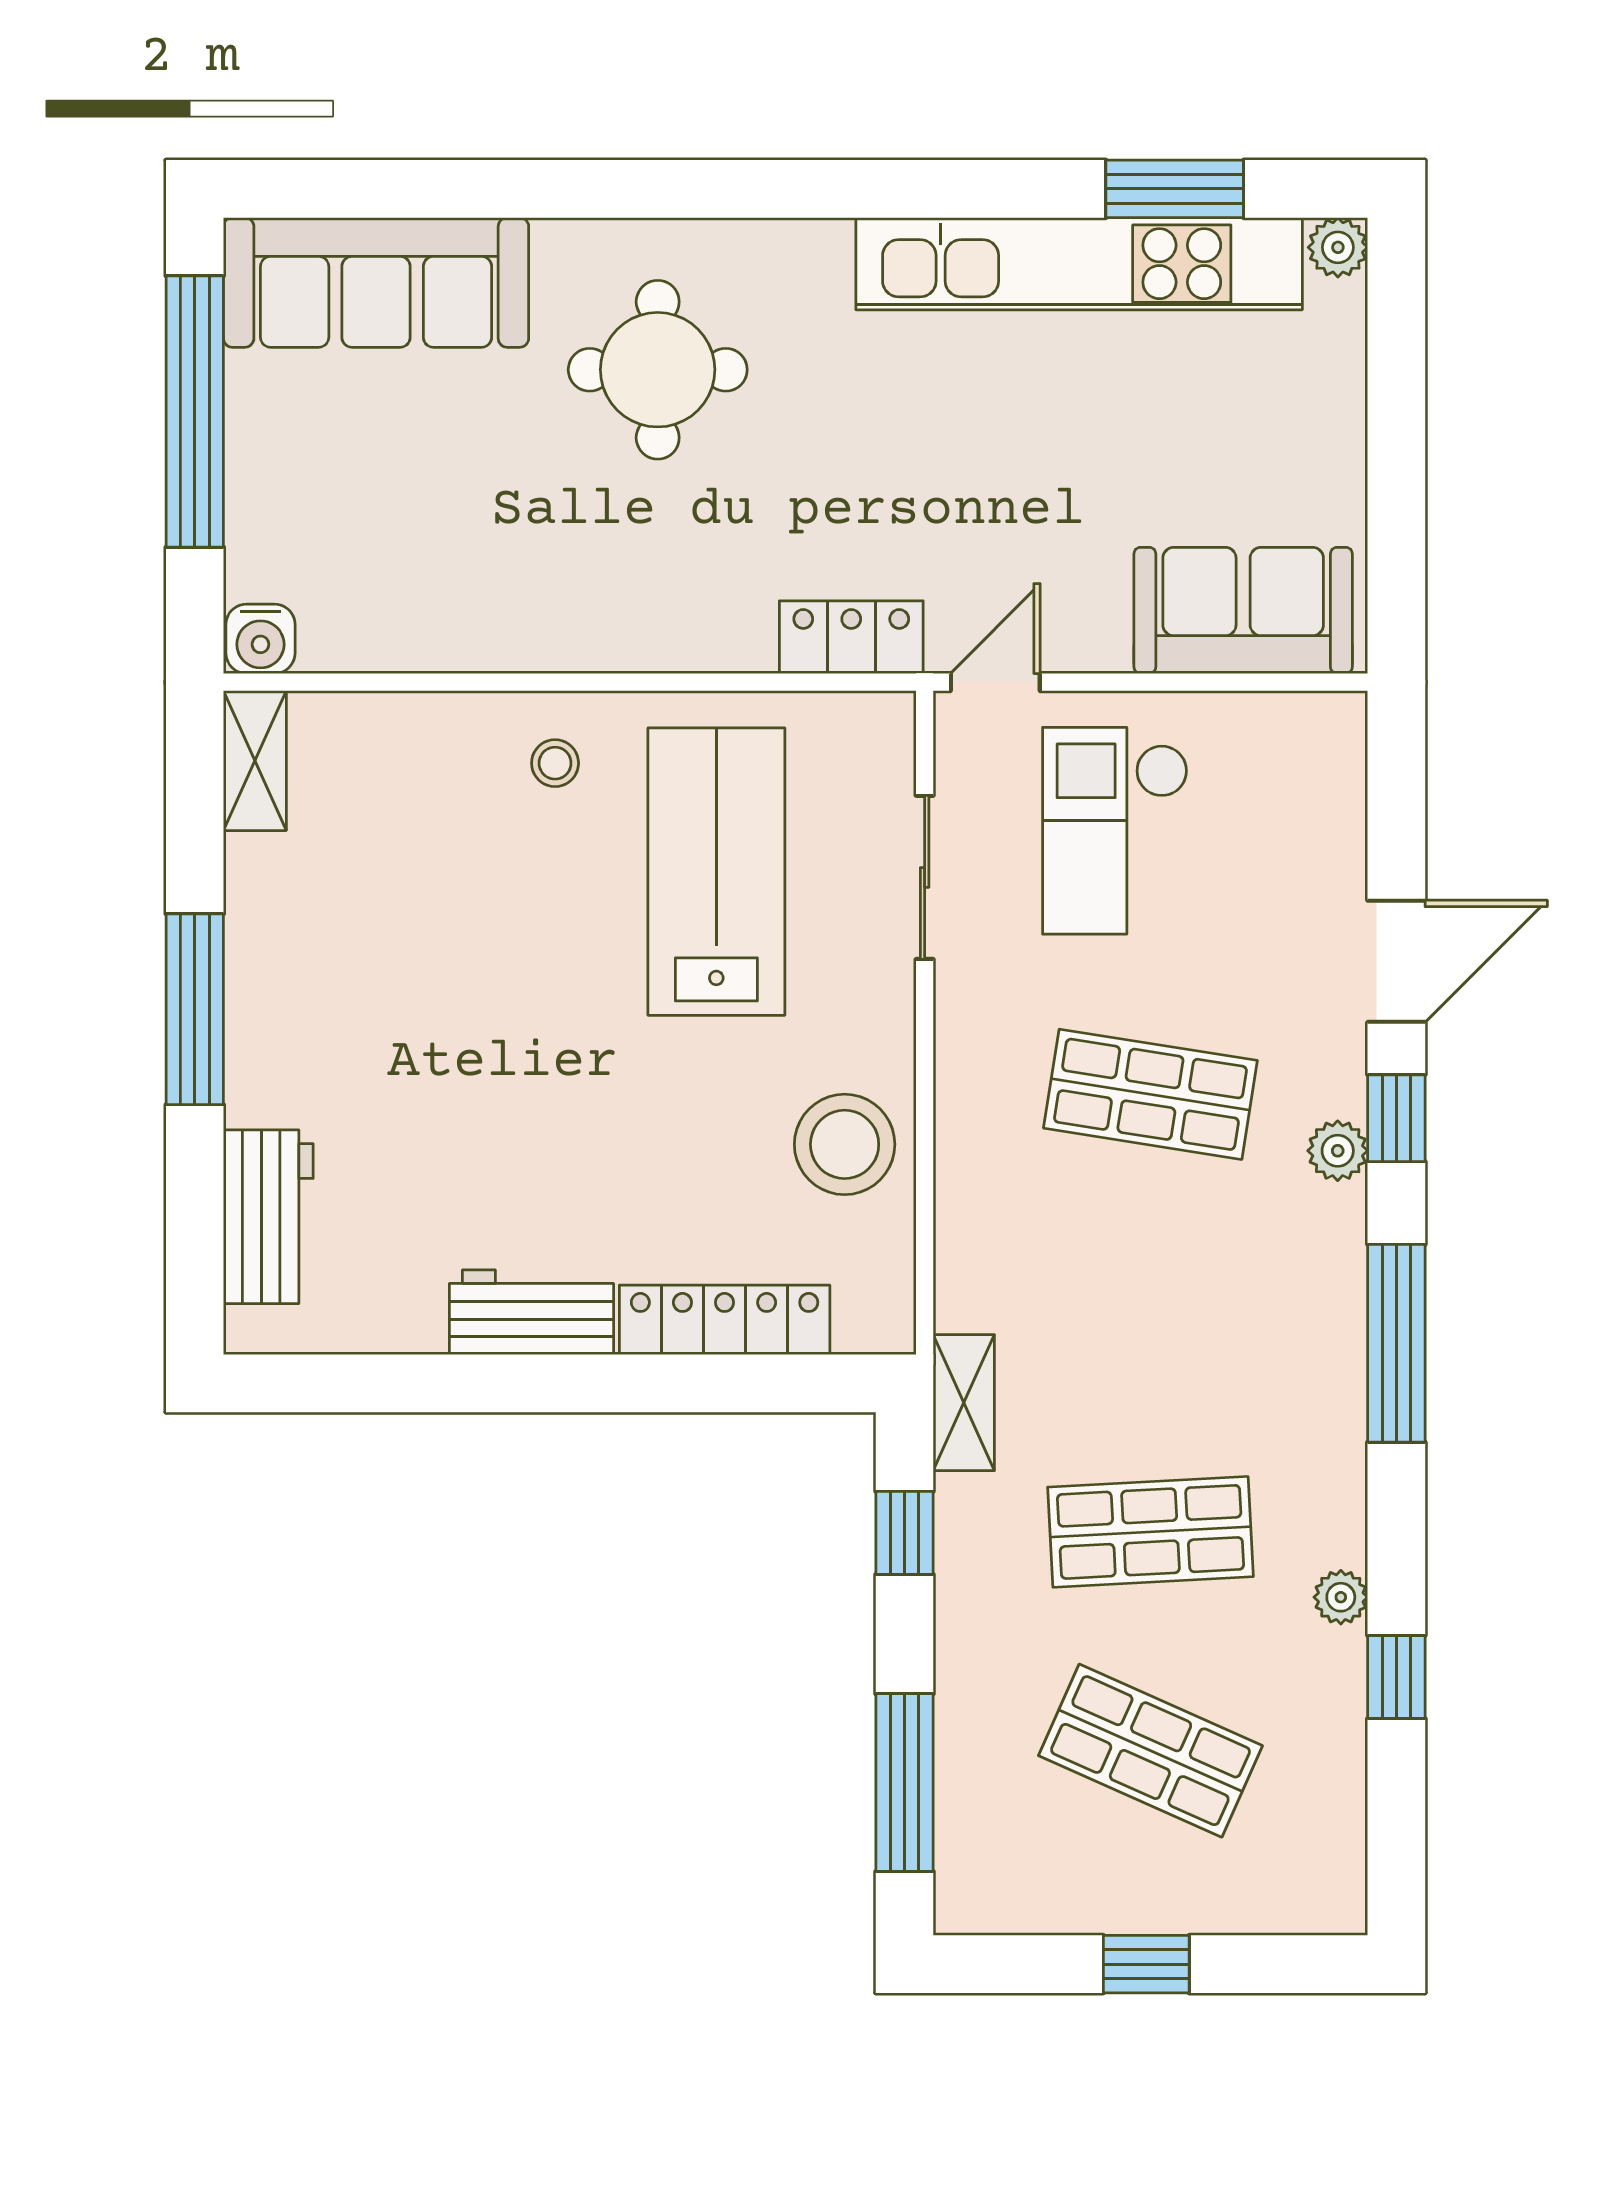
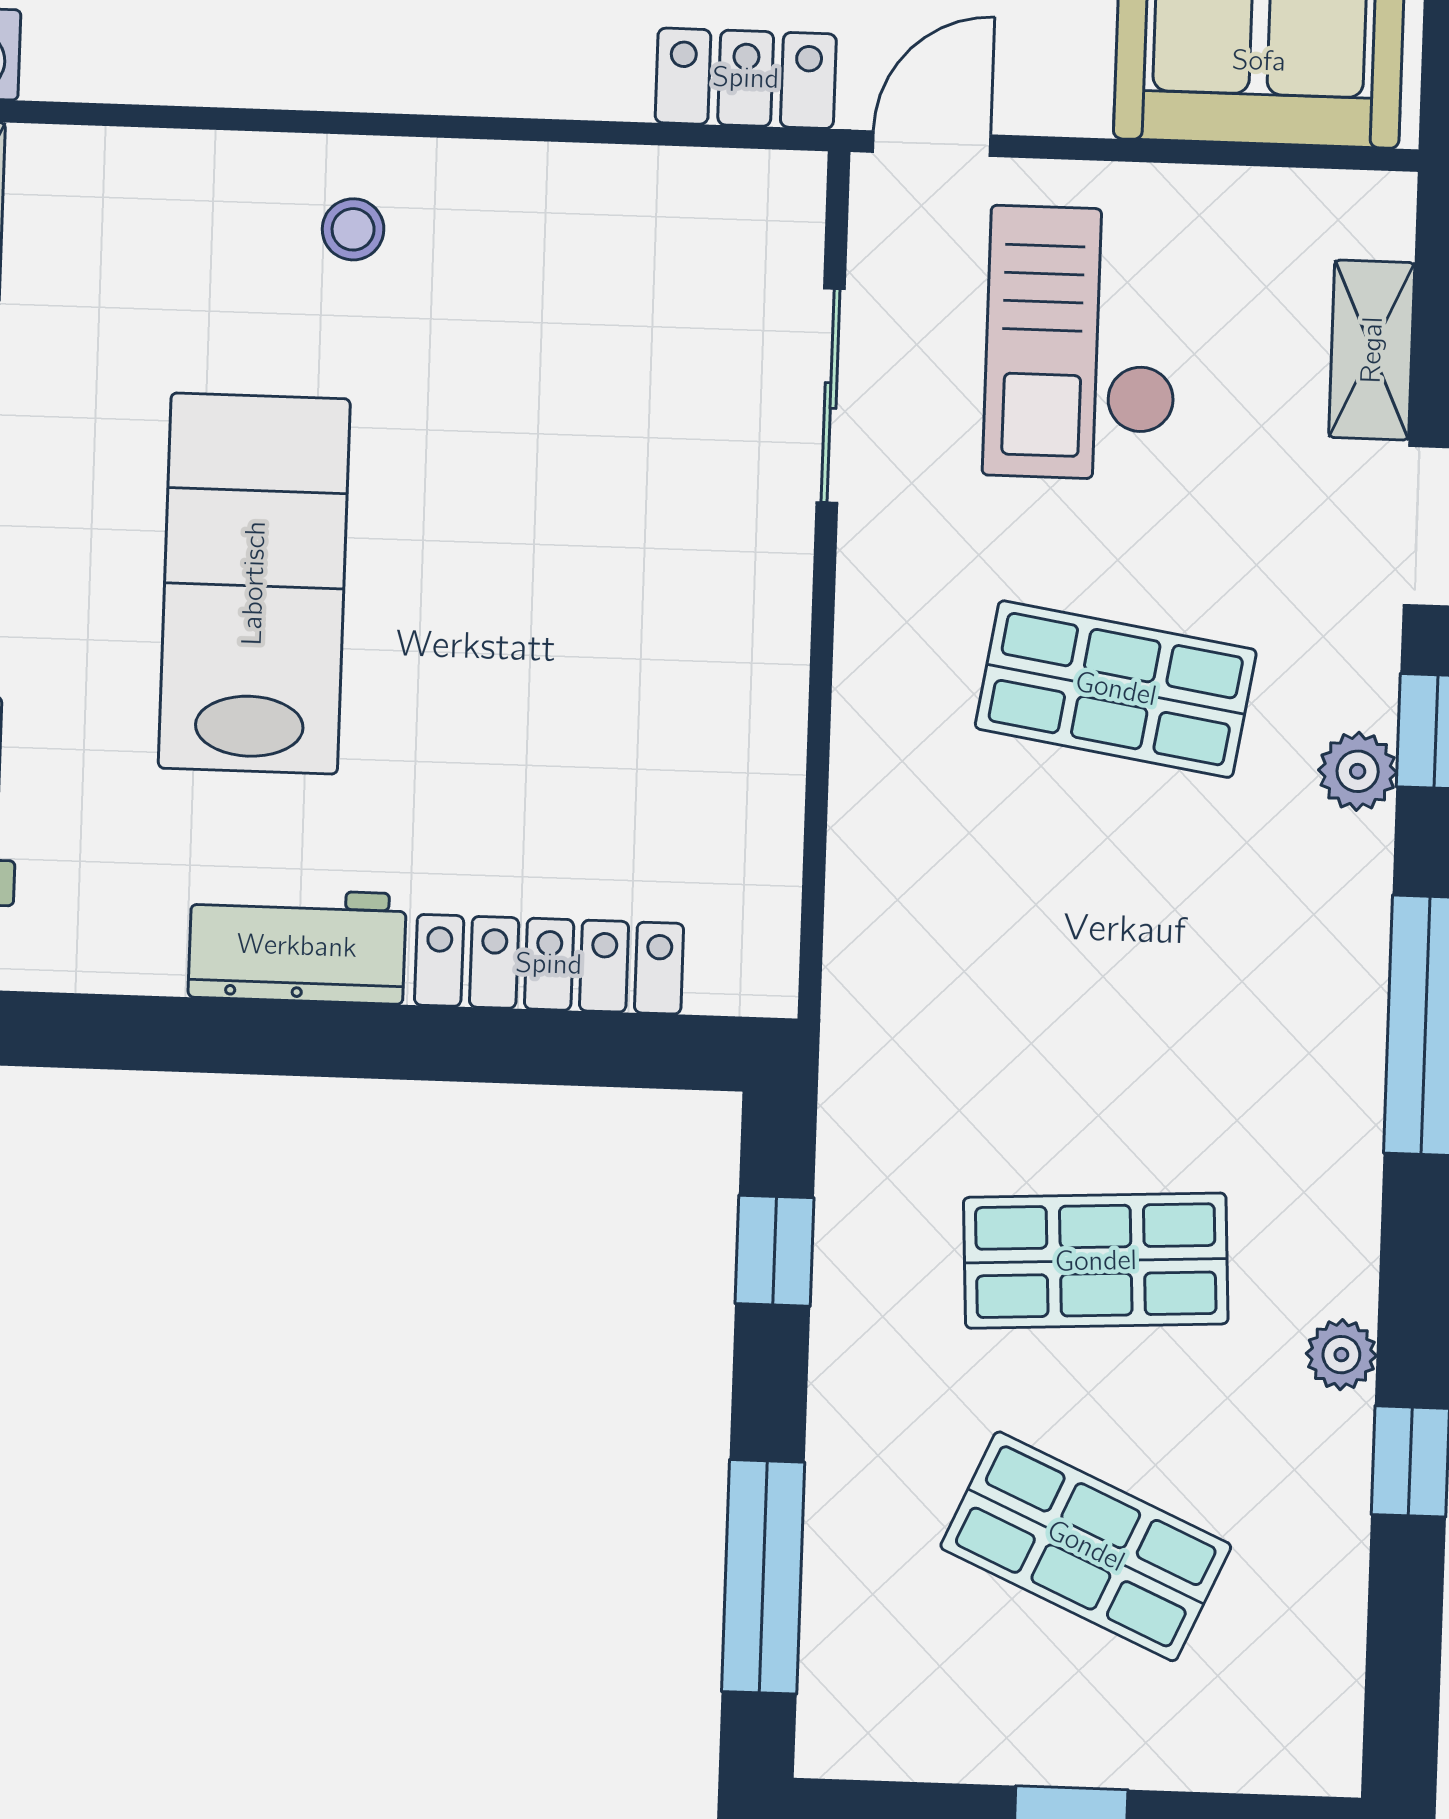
lab bench: (716, 872) -> (254, 583), moved
stool: (845, 1144) -> (714, 741), removed
shelving: (964, 1403) -> (1372, 350), moved

